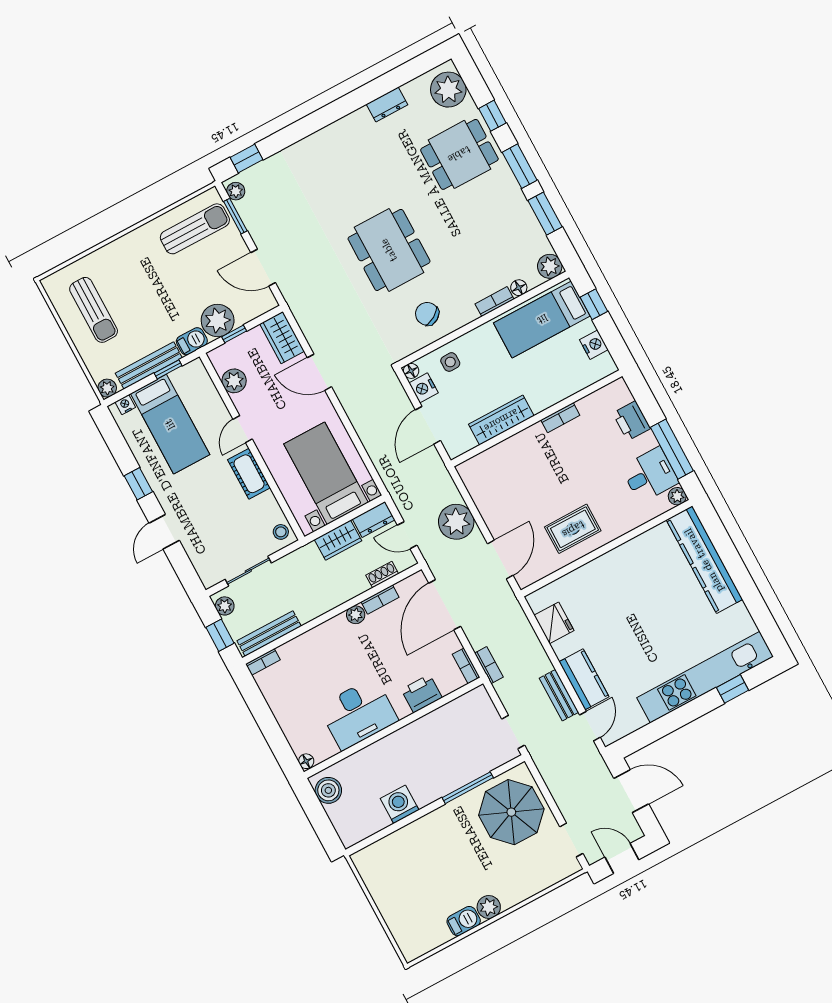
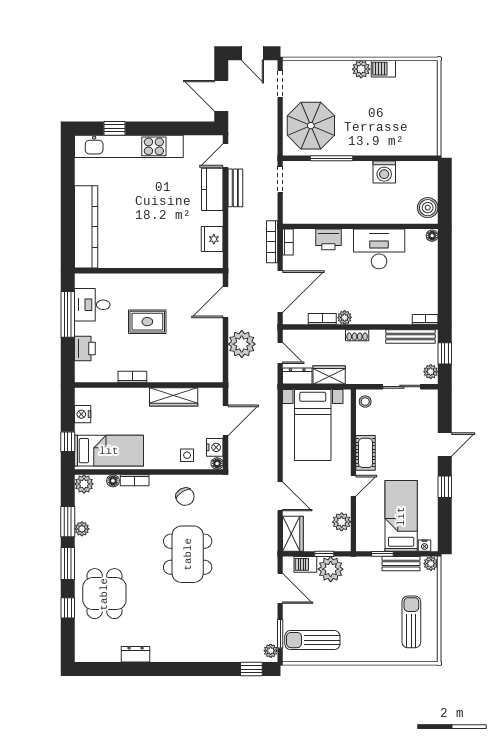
plant: (448, 90) -> (82, 529), moved, width x0.53, depth x0.53
dining table: (459, 154) -> (104, 594), turned 90
barbecue: (192, 341) -> (305, 564), moved
bench: (149, 365) -> (401, 564), width x0.73
plant: (677, 496) -> (81, 280), removed
rug: (573, 529) -> (147, 322), moved
shoe rack: (382, 575) -> (357, 335), moved
bookcase: (489, 665) -> (272, 242), width x1.56

